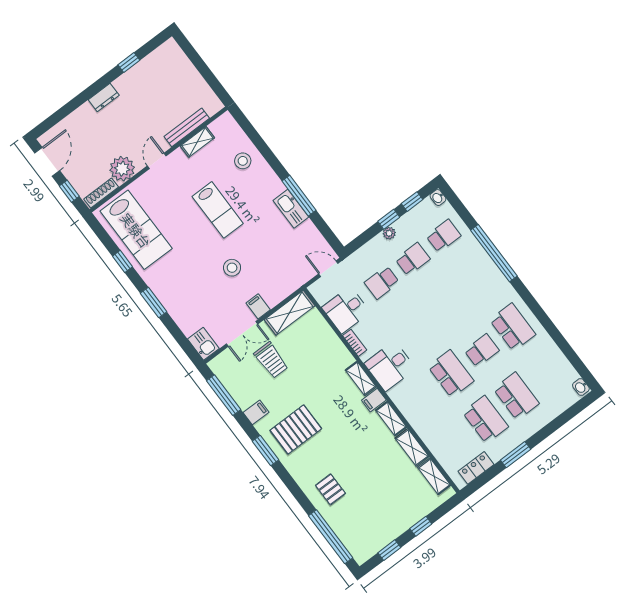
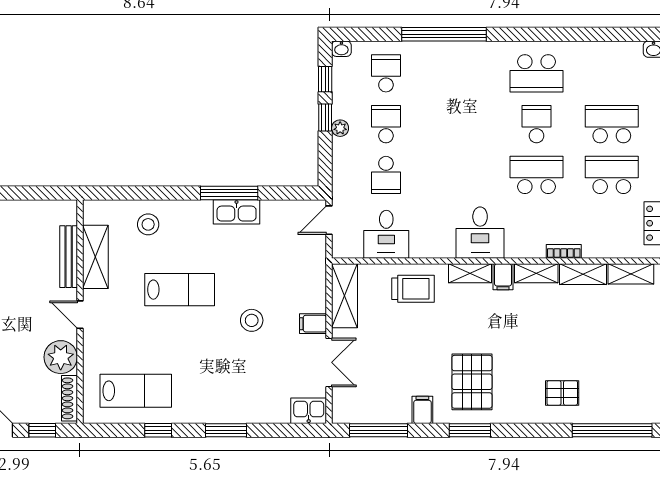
shelving: (197, 142) -> (95, 257), width x1.50, depth x1.33
lab bench: (136, 230) -> (136, 391), width x0.73, depth x0.72
school desk: (513, 327) -> (537, 73), turned 180
bookcase: (355, 343) -> (564, 251), moved
trolley: (271, 360) -> (413, 289), moved

